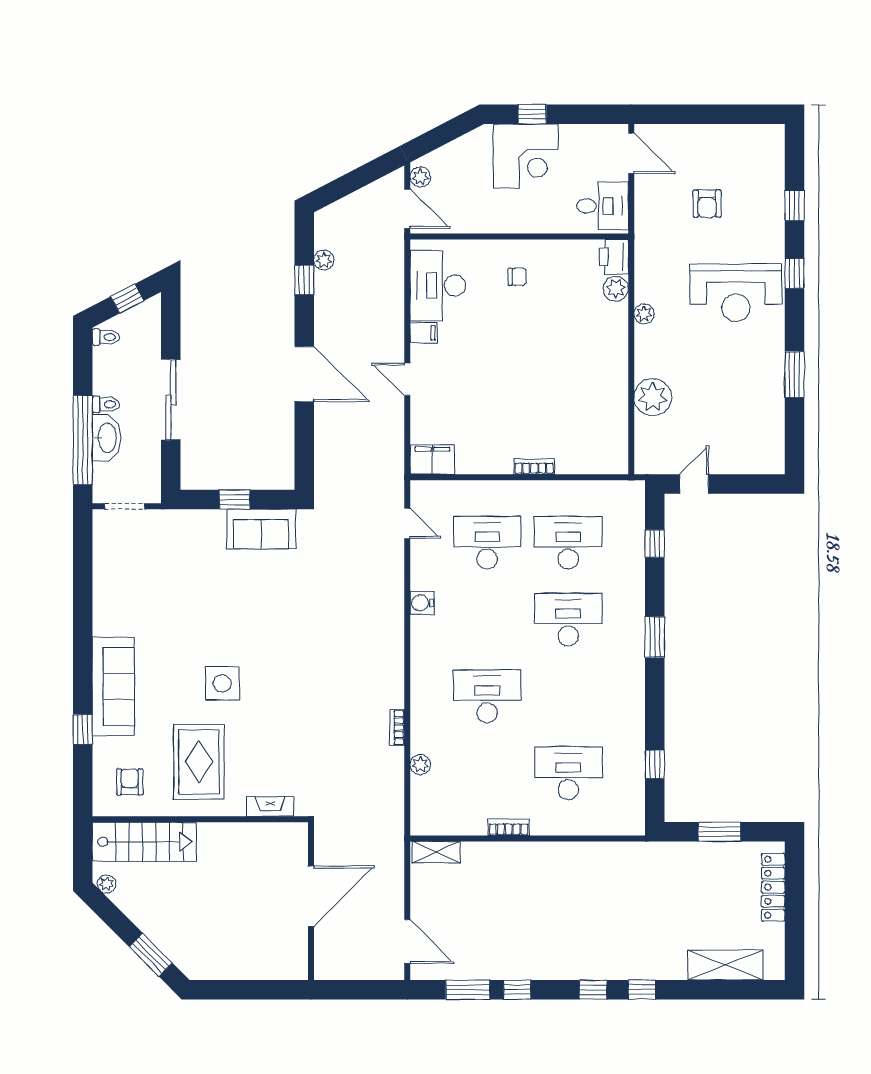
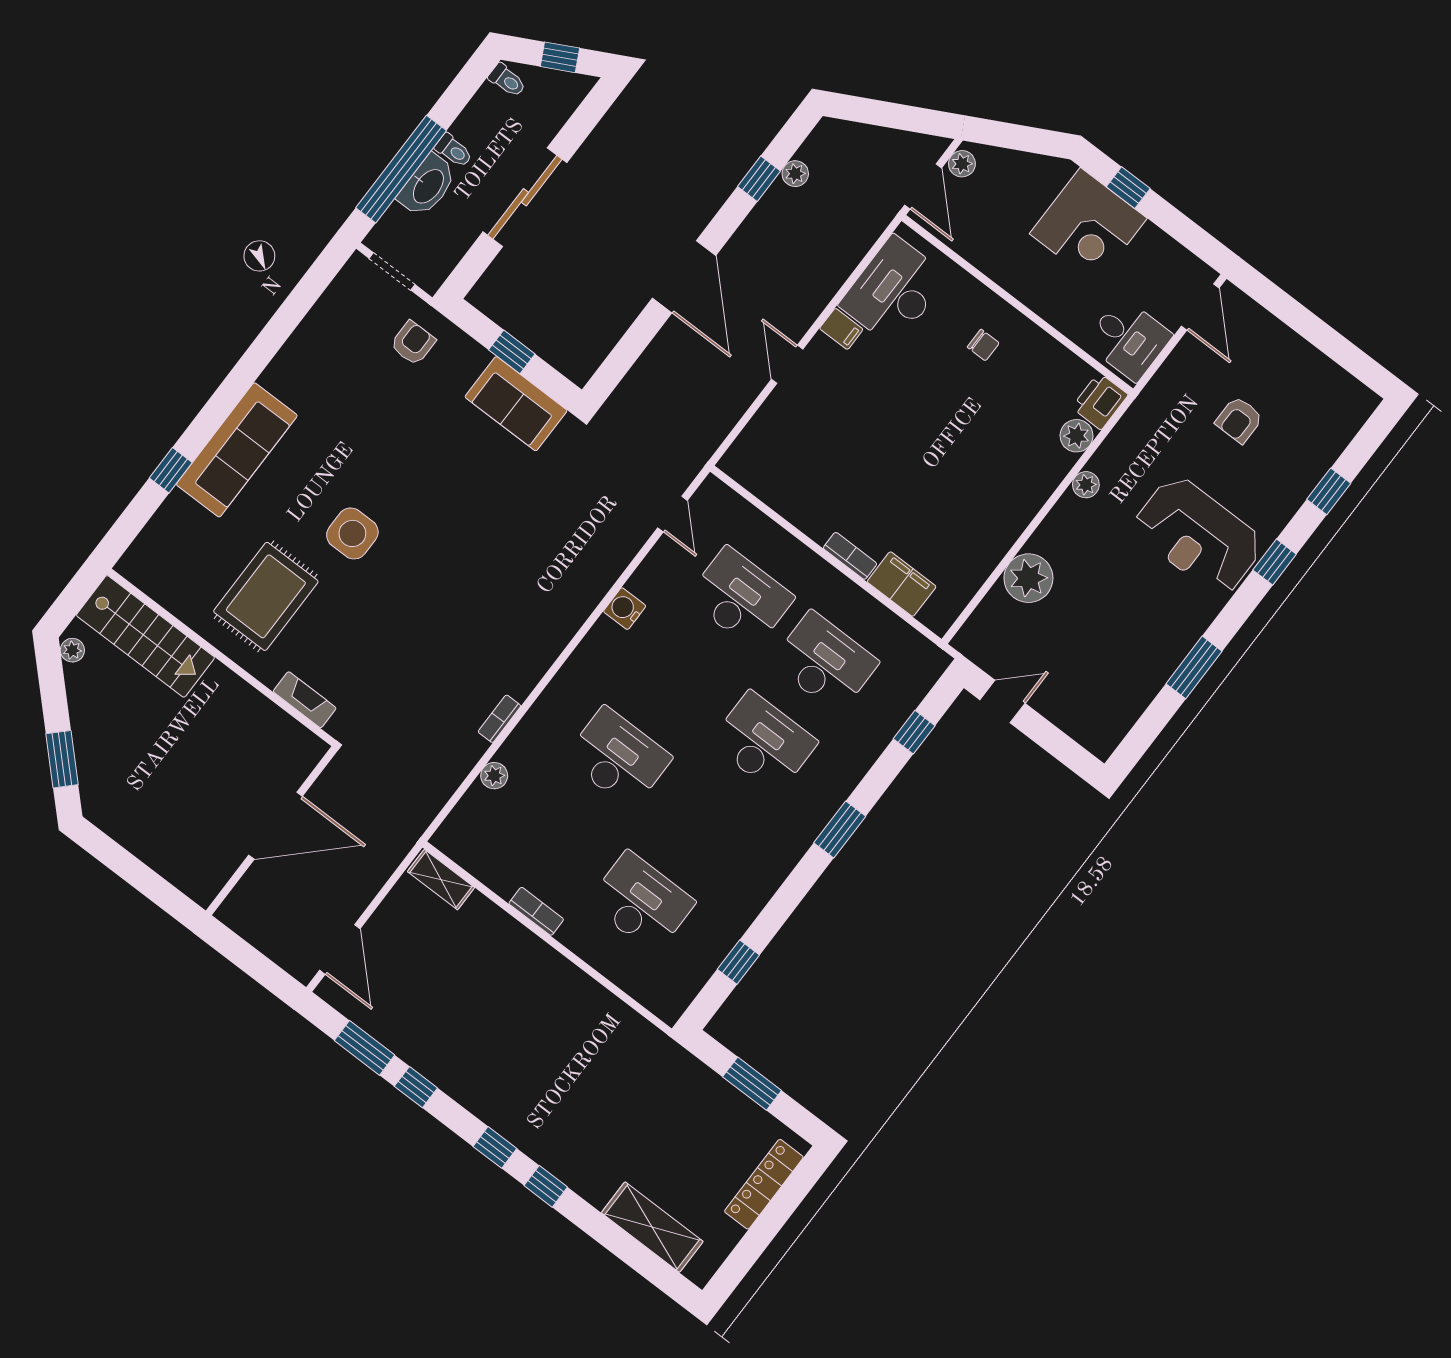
filing cabinet: (432, 460) -> (902, 584), moved
armchair: (130, 782) -> (413, 343), moved

